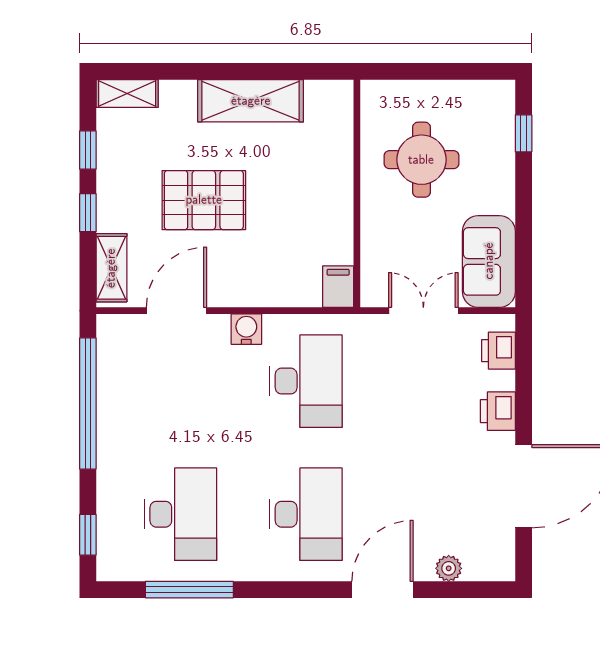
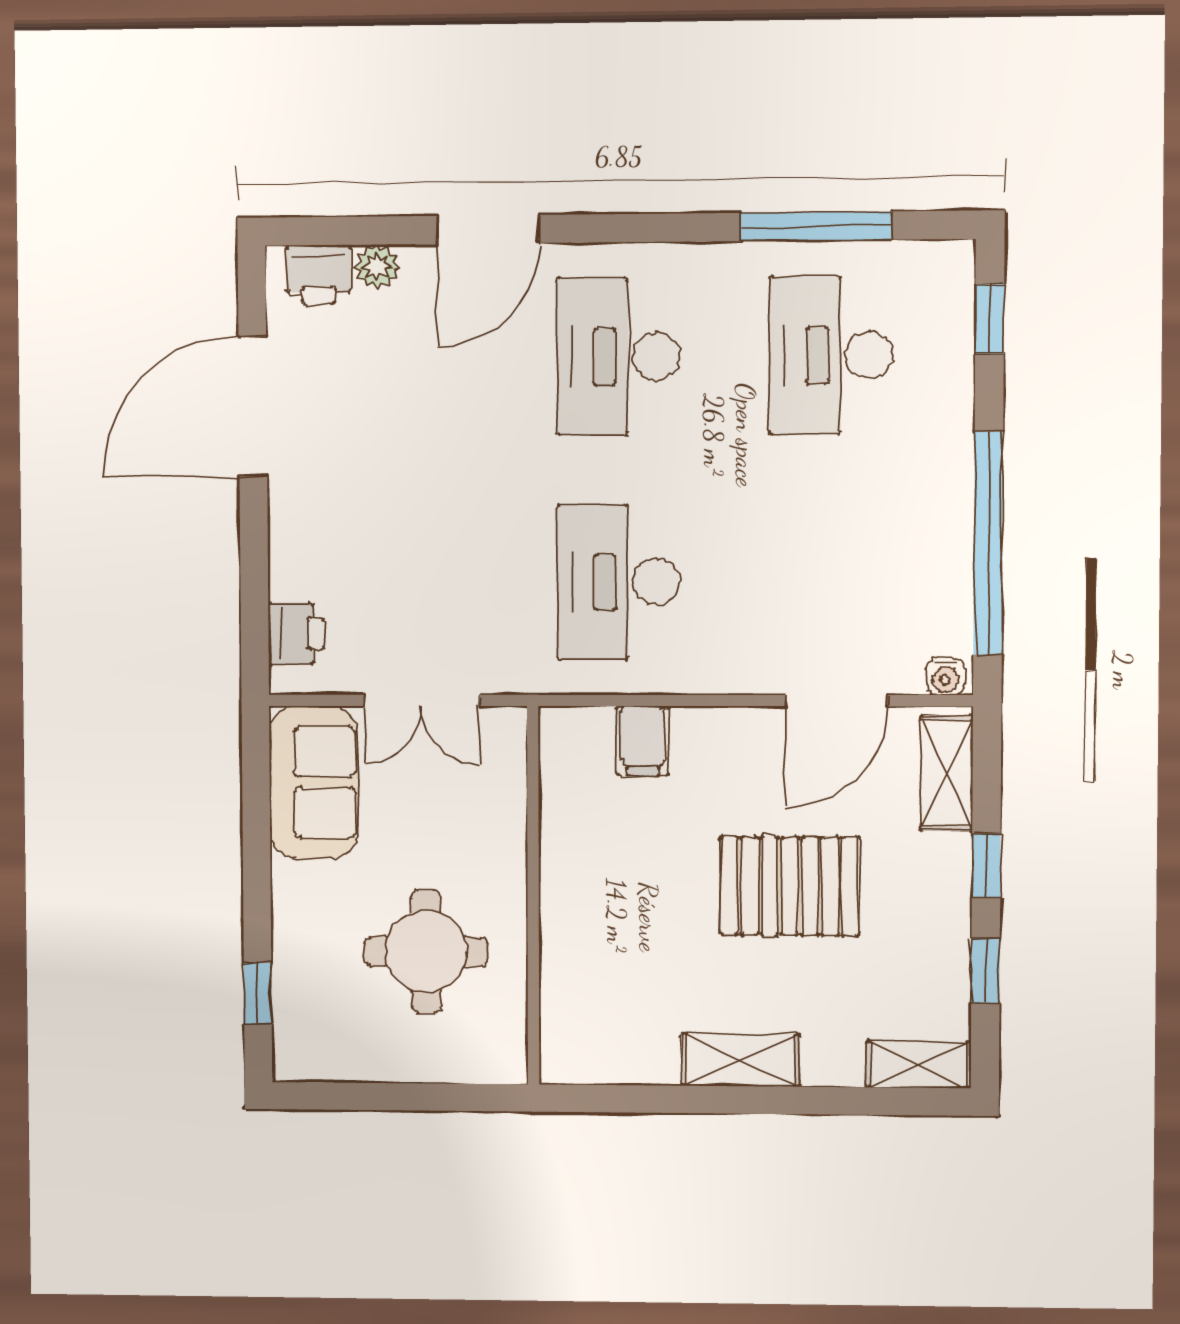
shelving: (251, 101) -> (740, 1060), width x0.67, depth x0.75
filing cabinet: (338, 287) -> (643, 741), moved
water cooler: (246, 329) -> (945, 677), moved, width x0.72, depth x0.72
printer: (498, 411) -> (319, 275), moved, turned 90

